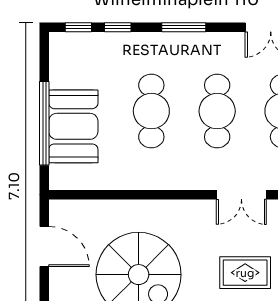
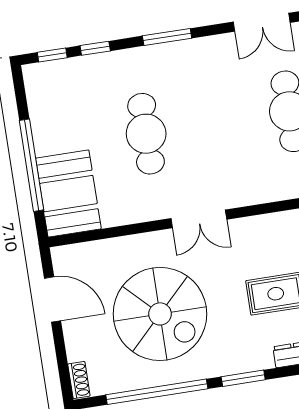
cafe table: (217, 111) -> (218, 123), removed
booth: (73, 126) -> (68, 194), moved
double door: (241, 195) -> (199, 219), moved

